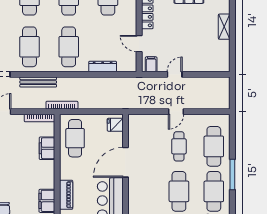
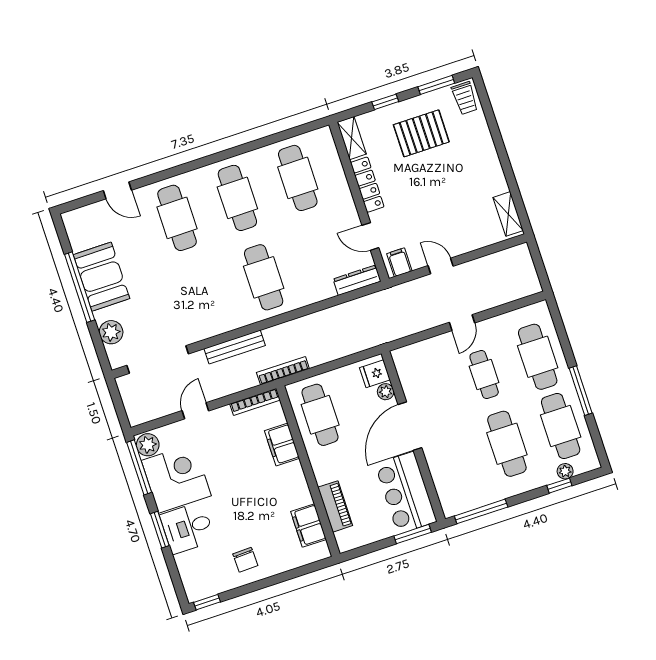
shelving: (224, 27) -> (508, 214), moved
cafe table: (29, 47) -> (203, 297), removed
dresser: (103, 67) -> (357, 280), moved
door: (175, 74) -> (441, 266), hinge flipped
plant: (118, 137) -> (386, 392), added

